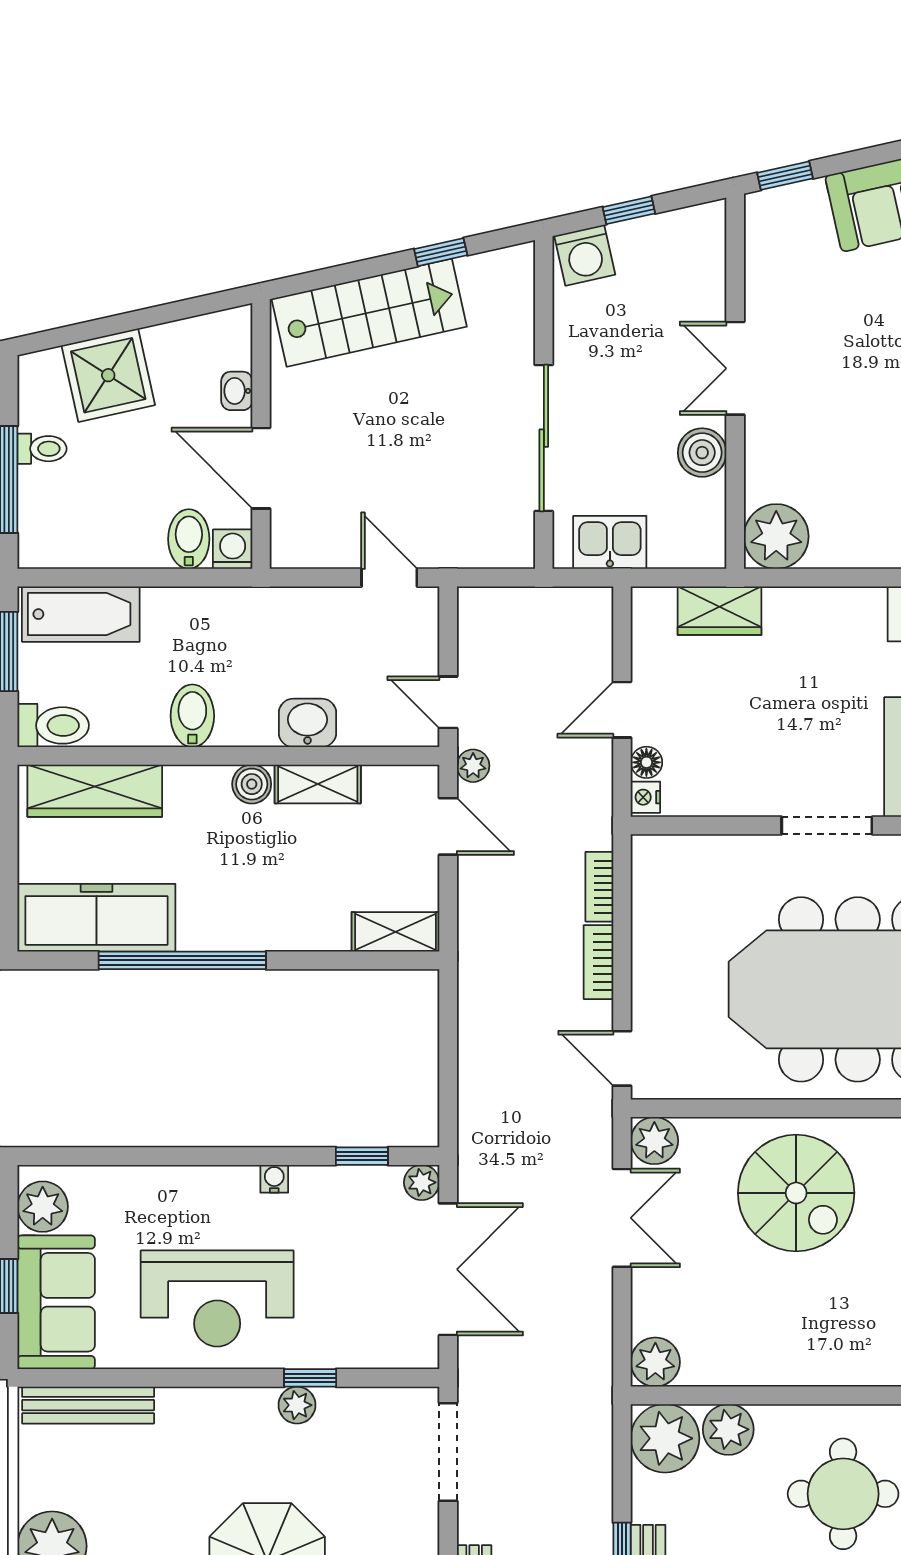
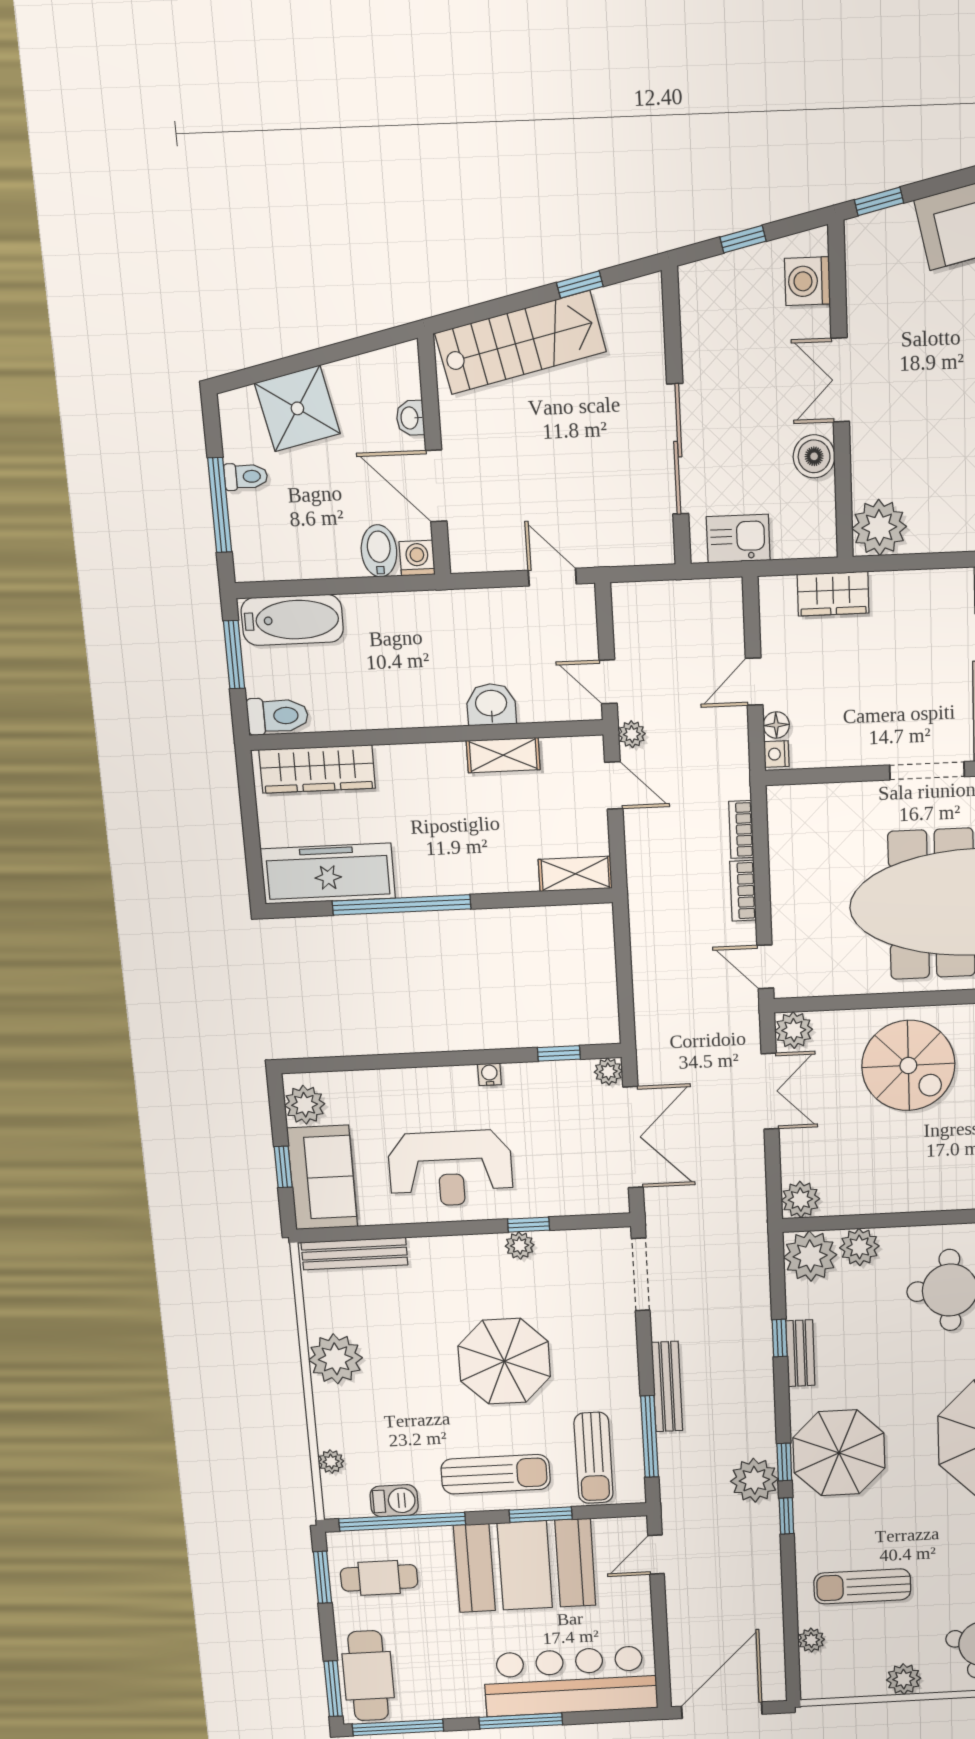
washing machine: (585, 255) -> (807, 281), moved, turned 103
bidet: (192, 716) -> (394, 703), removed
boiler: (252, 784) -> (448, 758), removed

